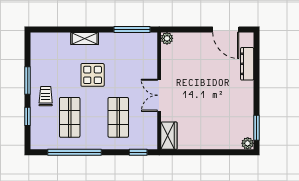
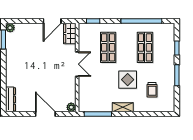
door: (226, 29) -> (45, 114), moved
shelving: (85, 39) -> (123, 107), moved
dresser: (247, 64) -> (10, 99), moved
trolley: (46, 96) -> (152, 90), moved
door: (192, 152) -> (52, 21), added

